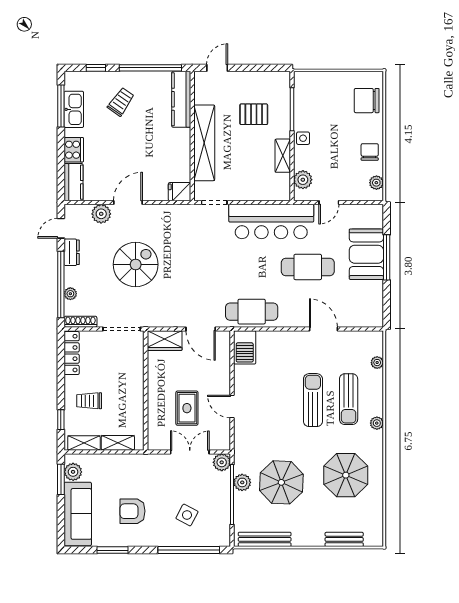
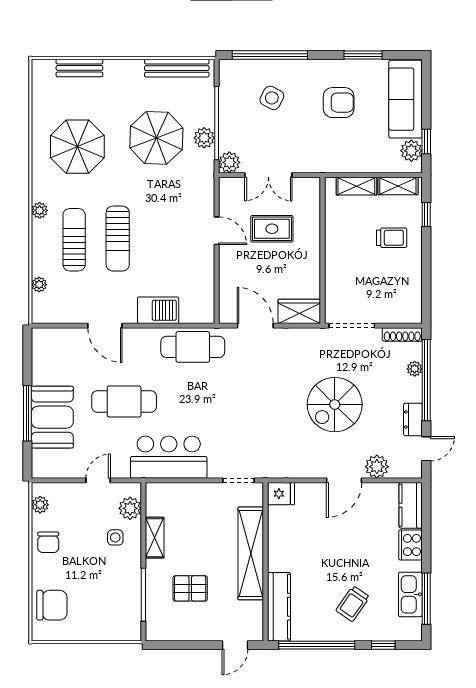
side table: (303, 138) -> (115, 537), moved
bar counter: (271, 222) -> (169, 457), width x0.73
barbecue: (245, 347) -> (158, 310), moved, turned 90
locker: (72, 353) -> (413, 296), removed
rug: (187, 408) -> (272, 229), turned 90
window: (61, 479) -> (426, 141), width x0.67

